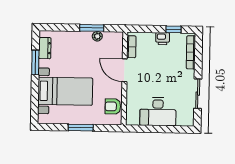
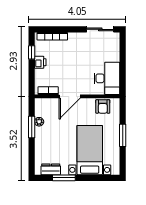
sliding door: (198, 94) -> (100, 29), moved
desk: (158, 112) -> (107, 78), moved

